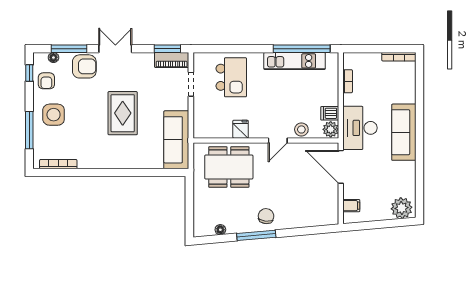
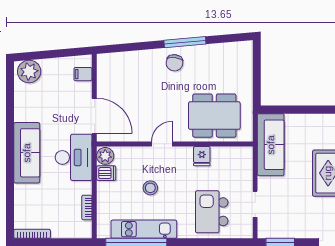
piano: (172, 60) -> (276, 230), removed
stool: (301, 129) -> (150, 188), moved
floor lamp: (220, 230) -> (223, 48), removed

